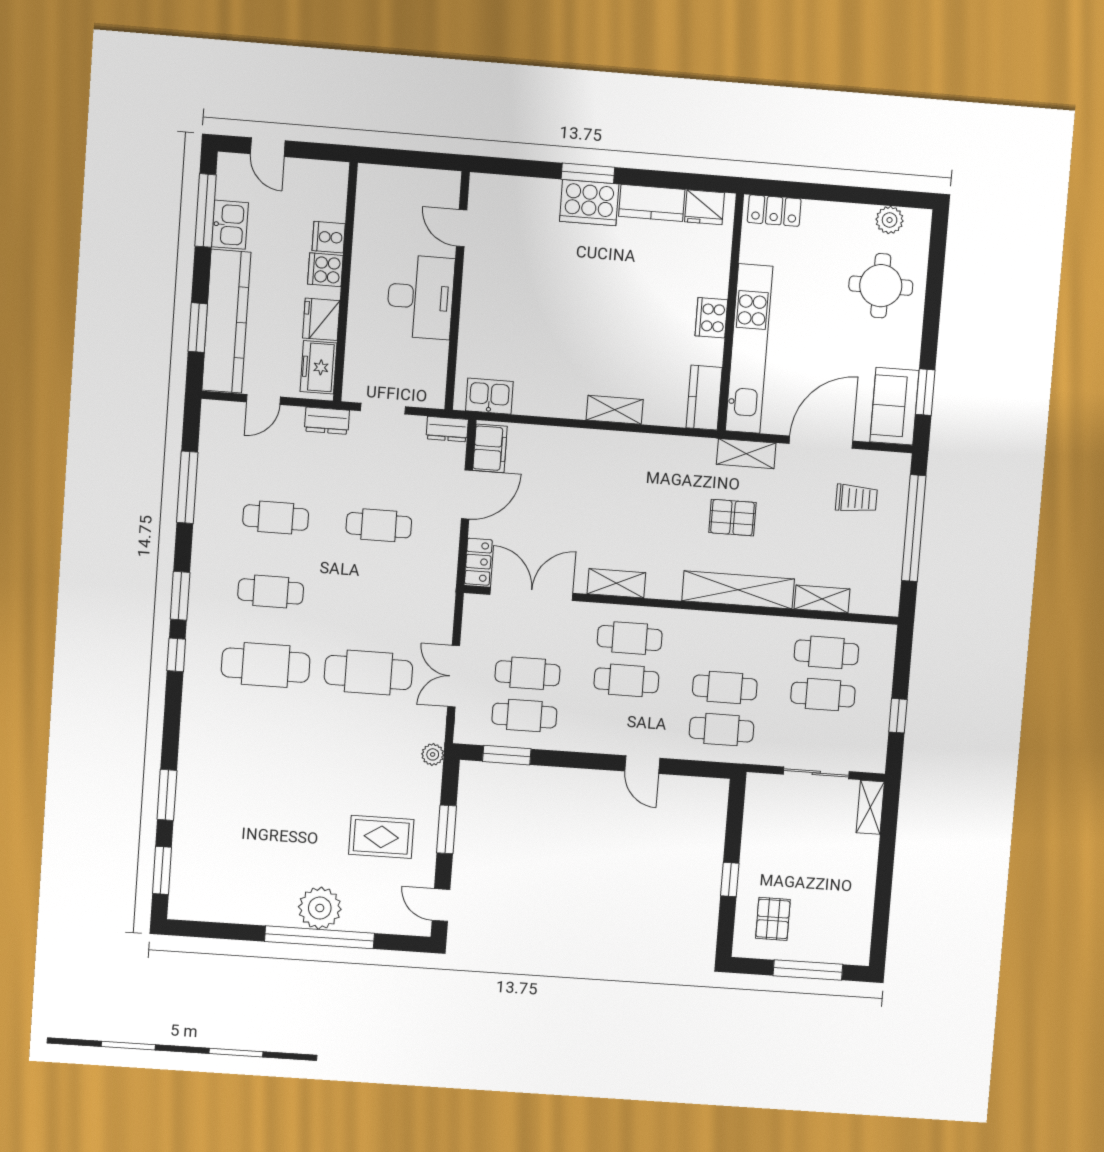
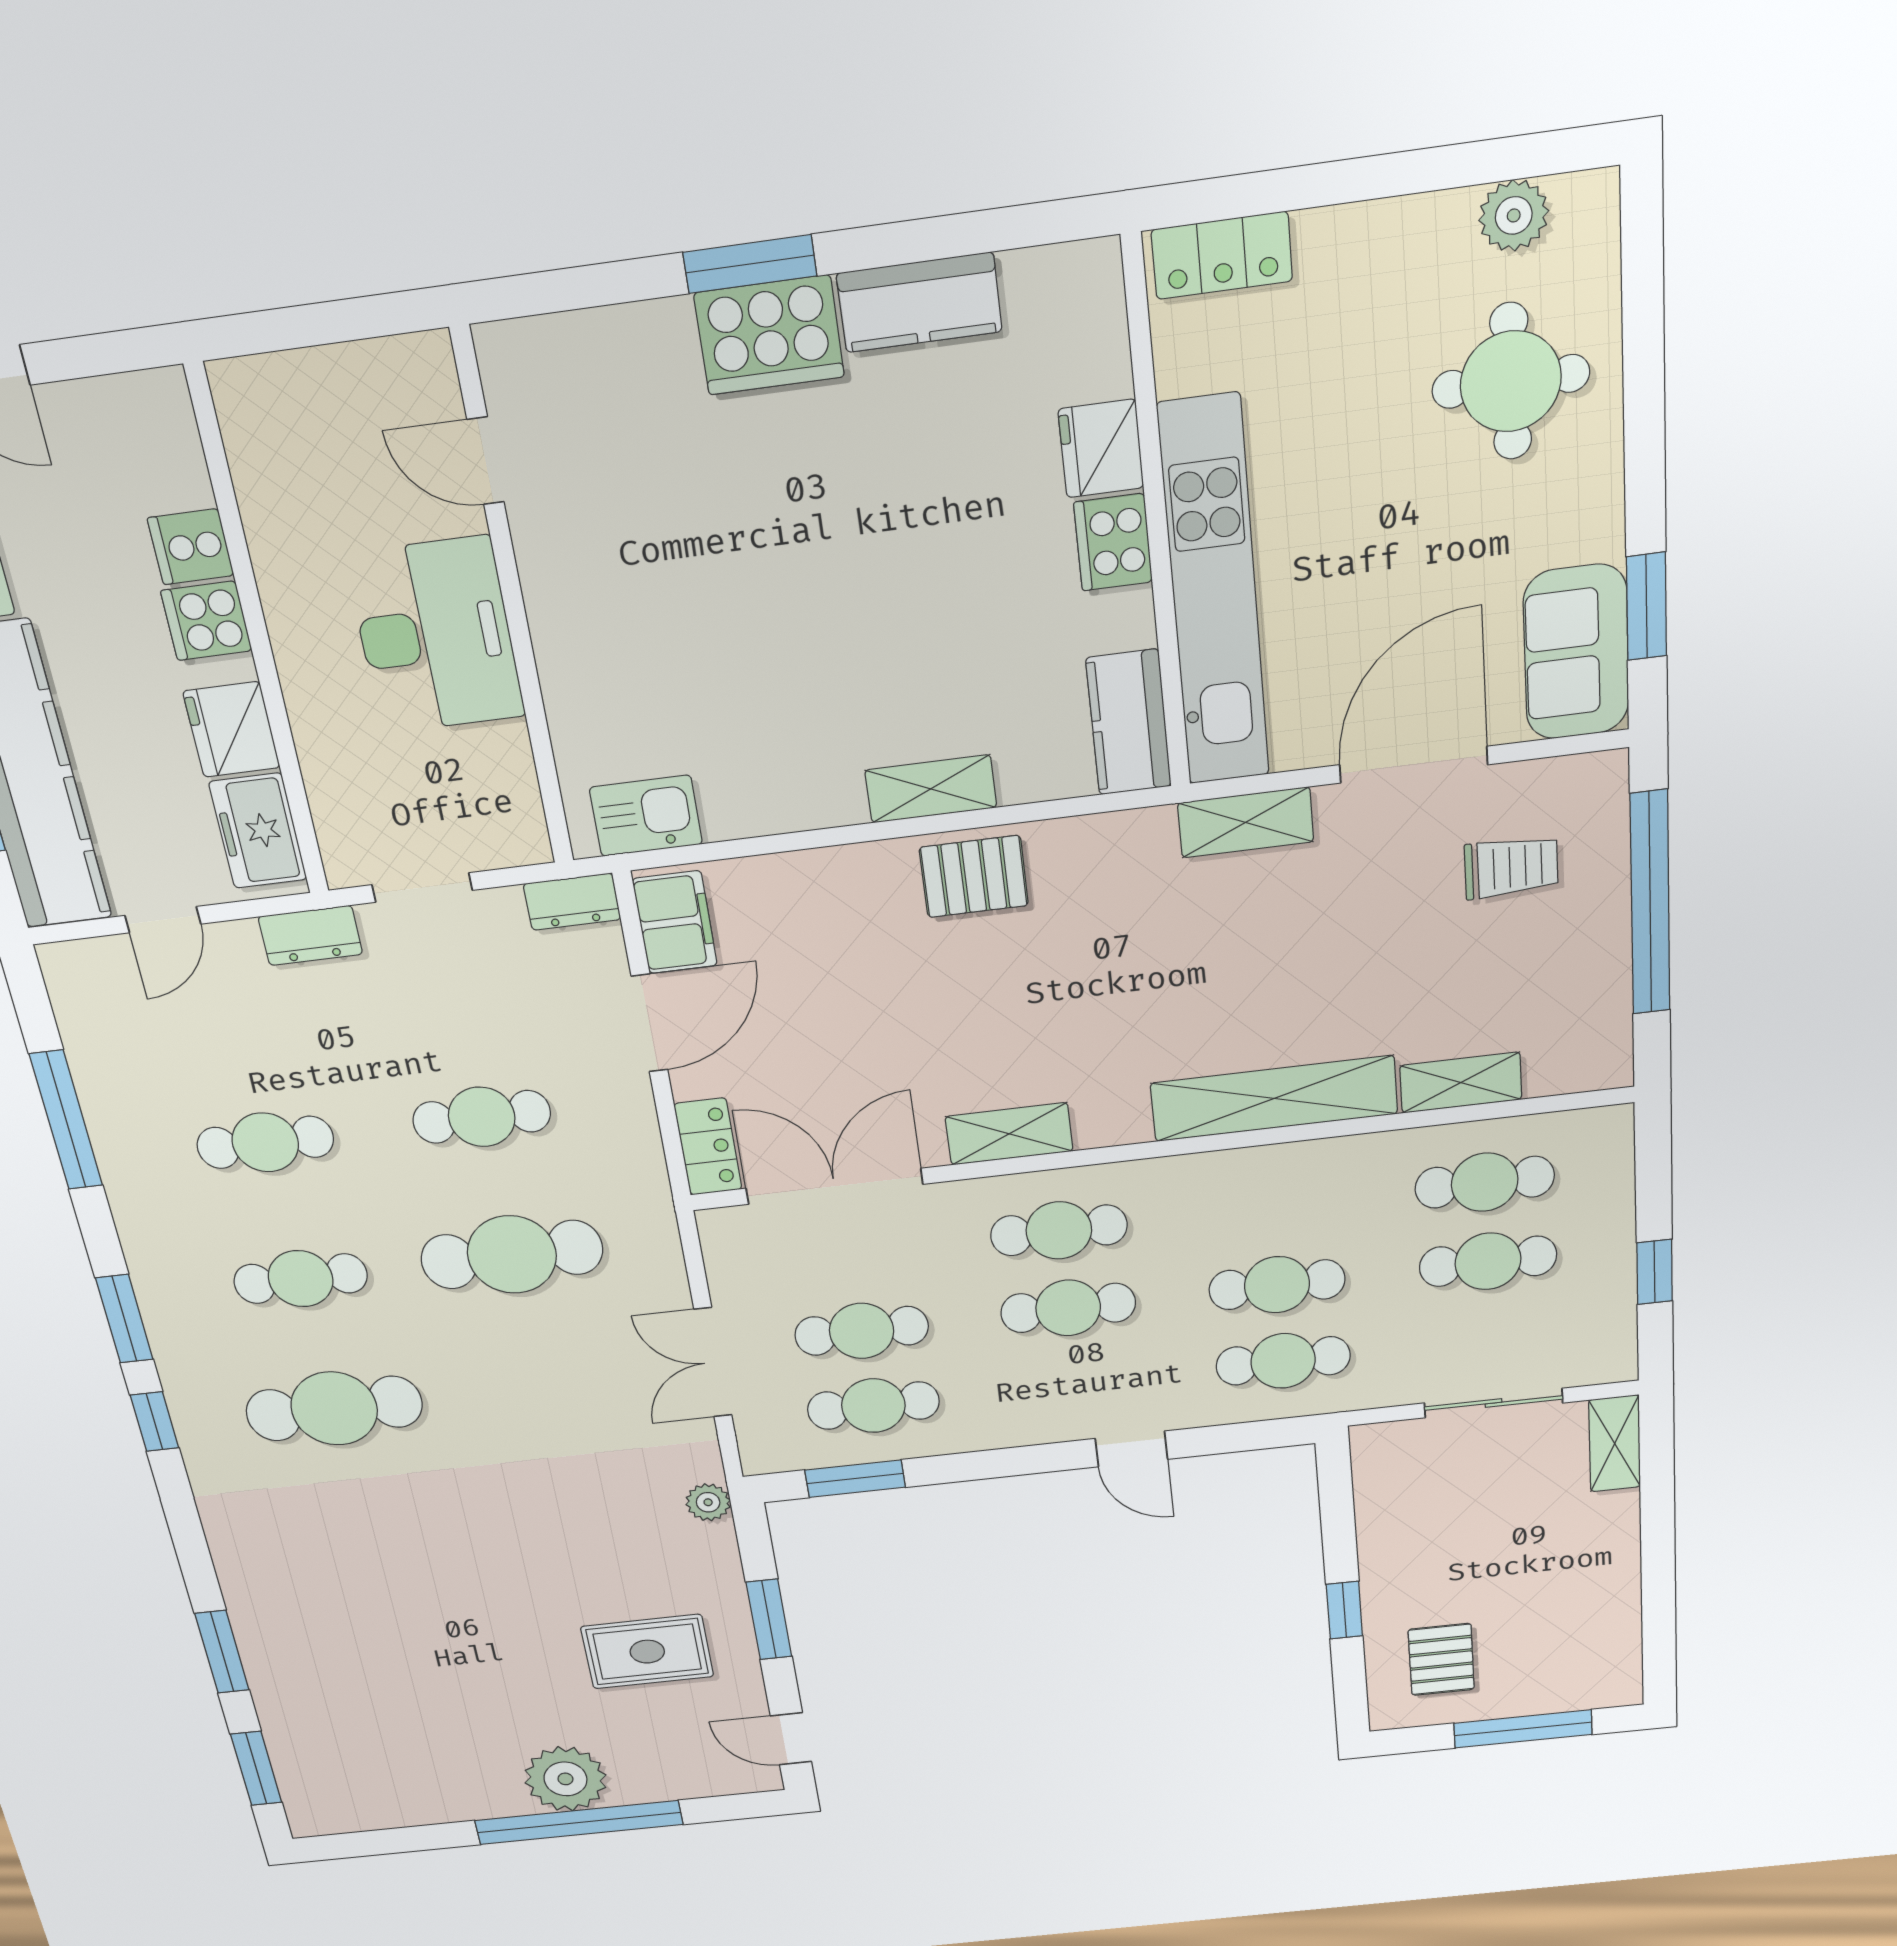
fridge: (704, 207) -> (1101, 448), moved, turned 90
pallet: (732, 518) -> (974, 876), moved
cafe table: (368, 672) -> (512, 1255), moved

